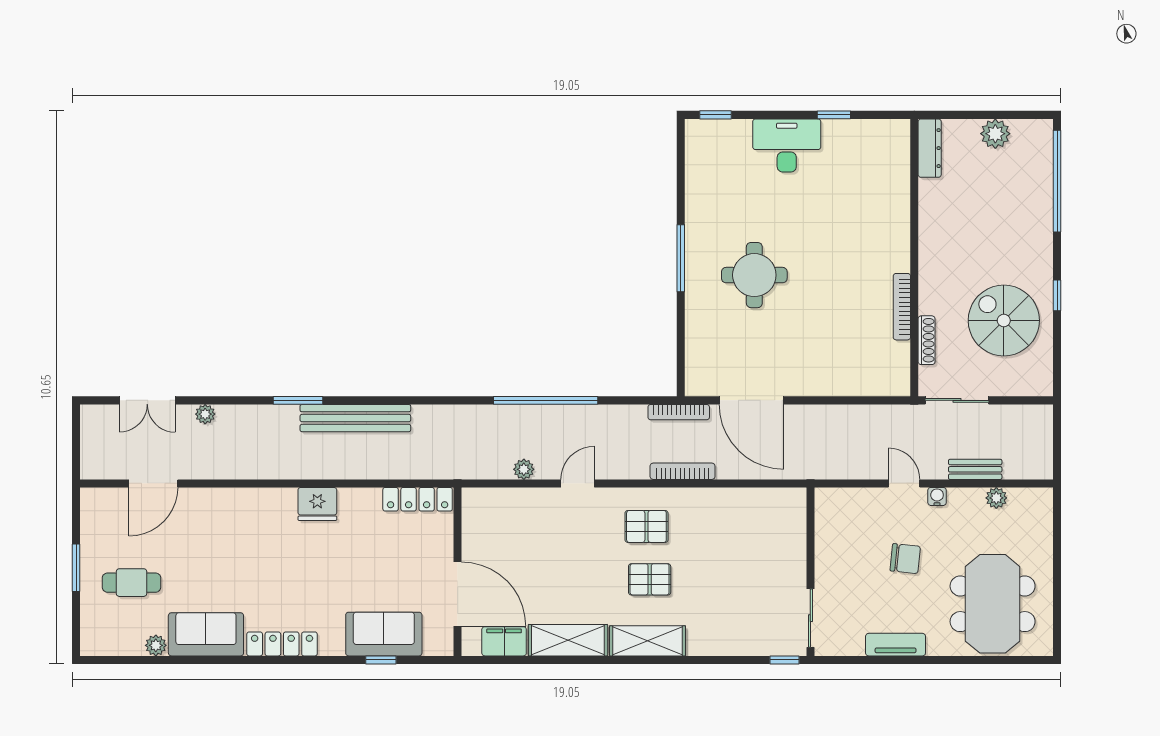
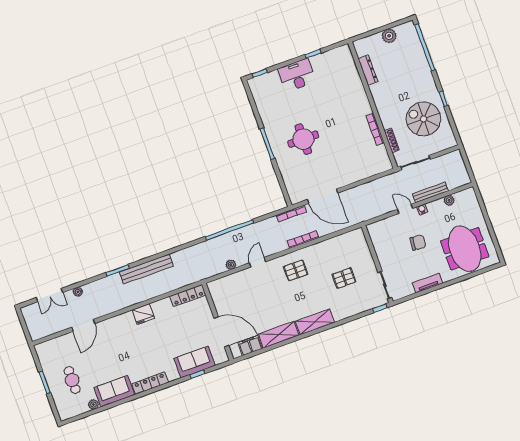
dresser: (930, 148) -> (368, 70), moved
bench: (975, 469) -> (431, 192), width x1.36
door: (153, 483) -> (83, 325), moved
pallet: (650, 579) -> (344, 278), moved
cafe table: (132, 583) -> (72, 380), turned 90

